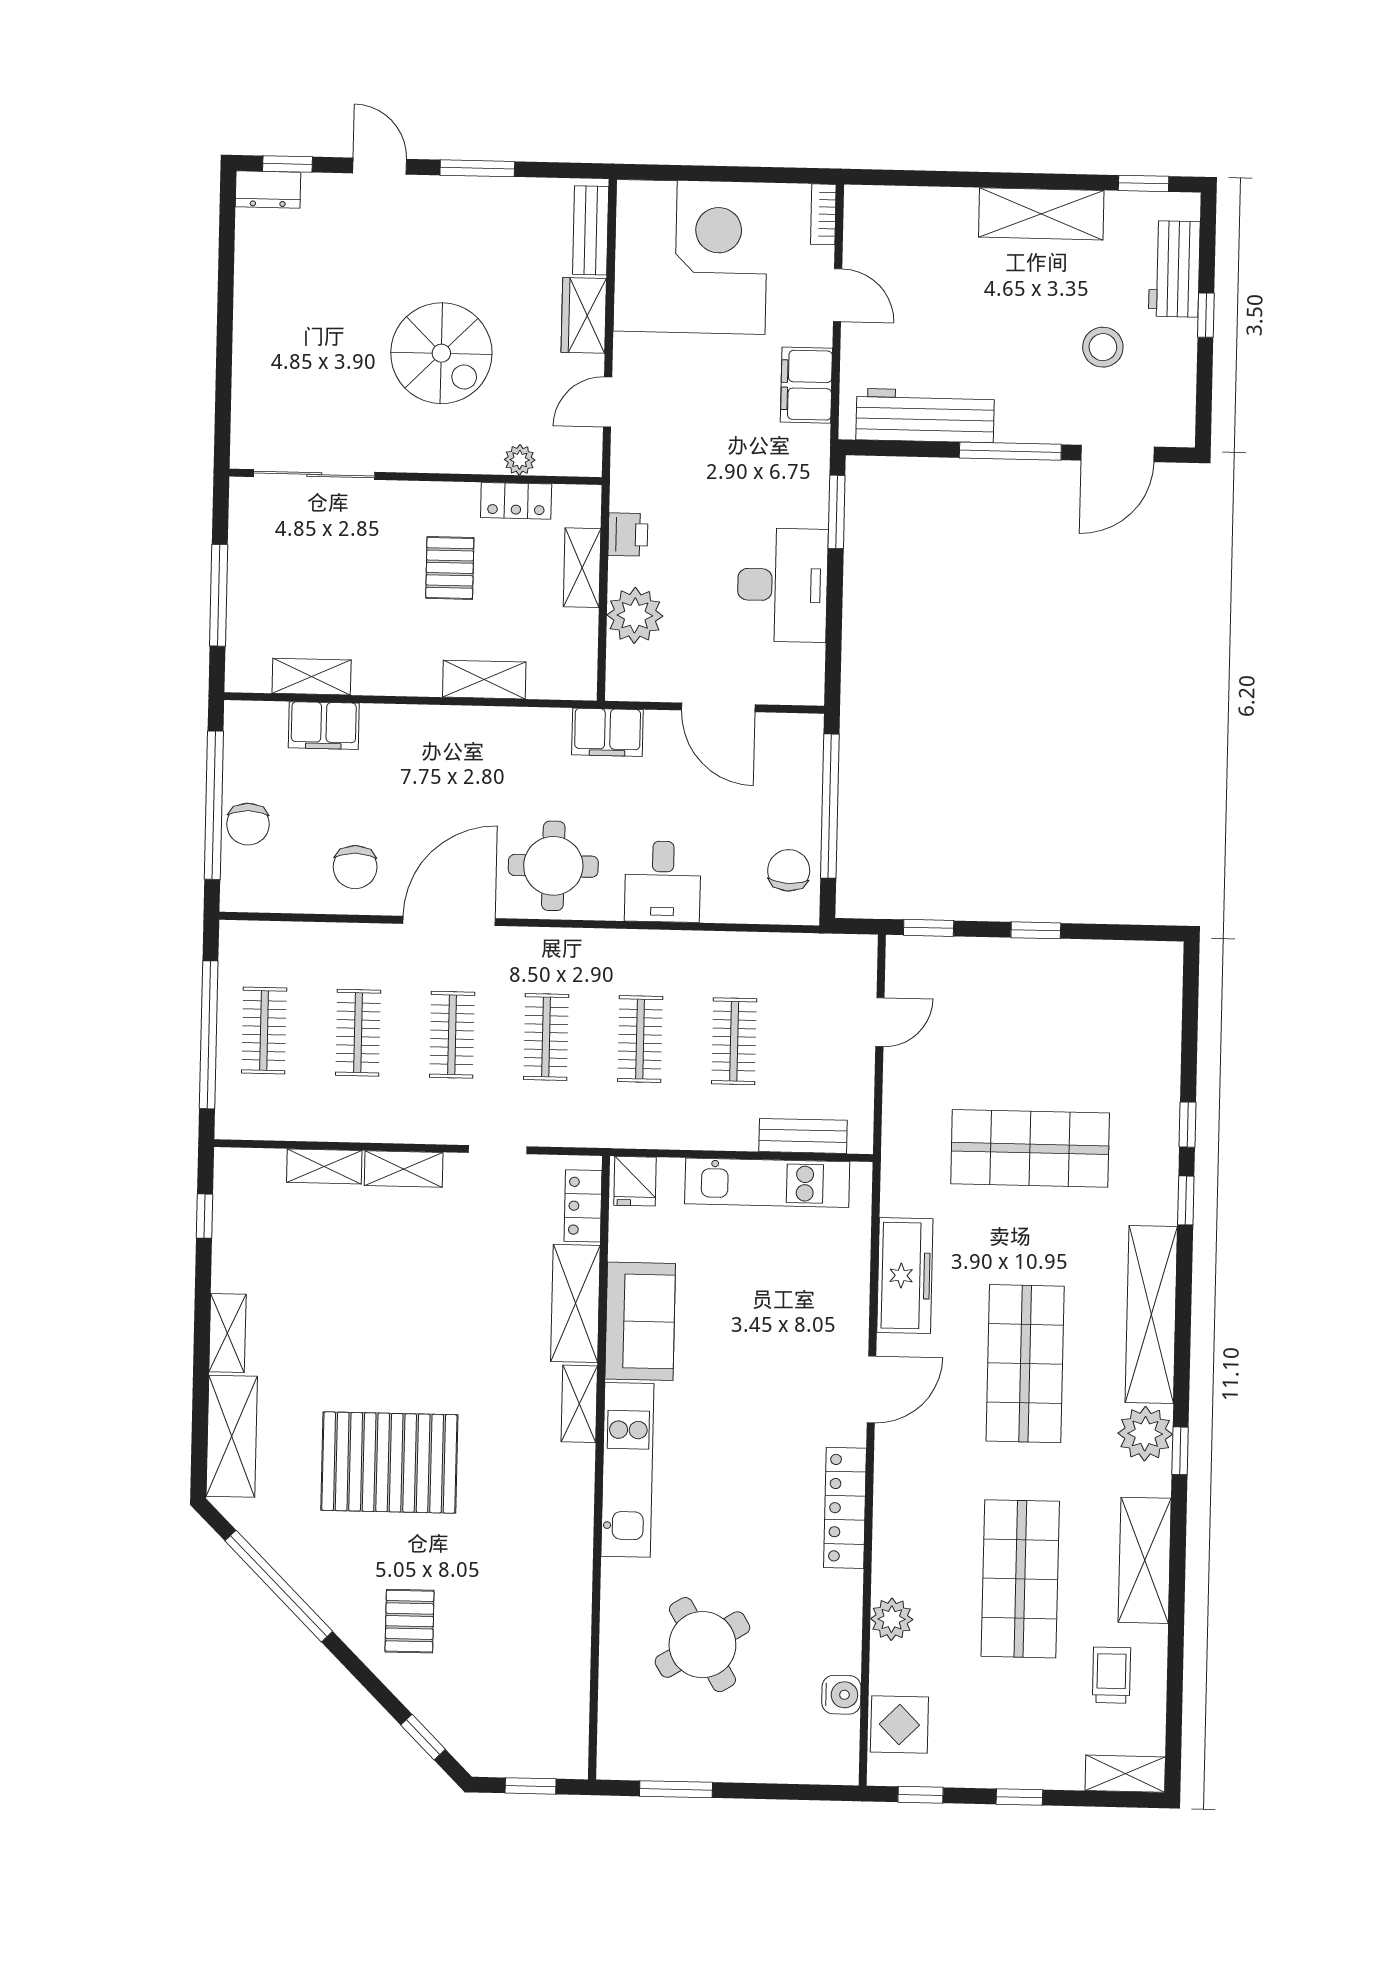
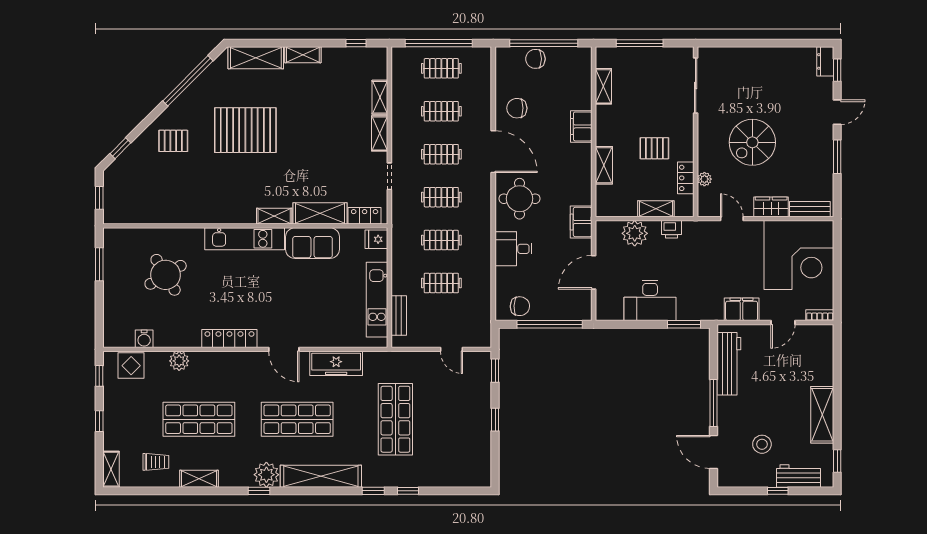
filing cabinet: (324, 726) -> (581, 126), moved
pallet: (389, 1463) -> (245, 130), turned 90
shelving: (1145, 1560) -> (199, 479), width x0.67, depth x0.75

